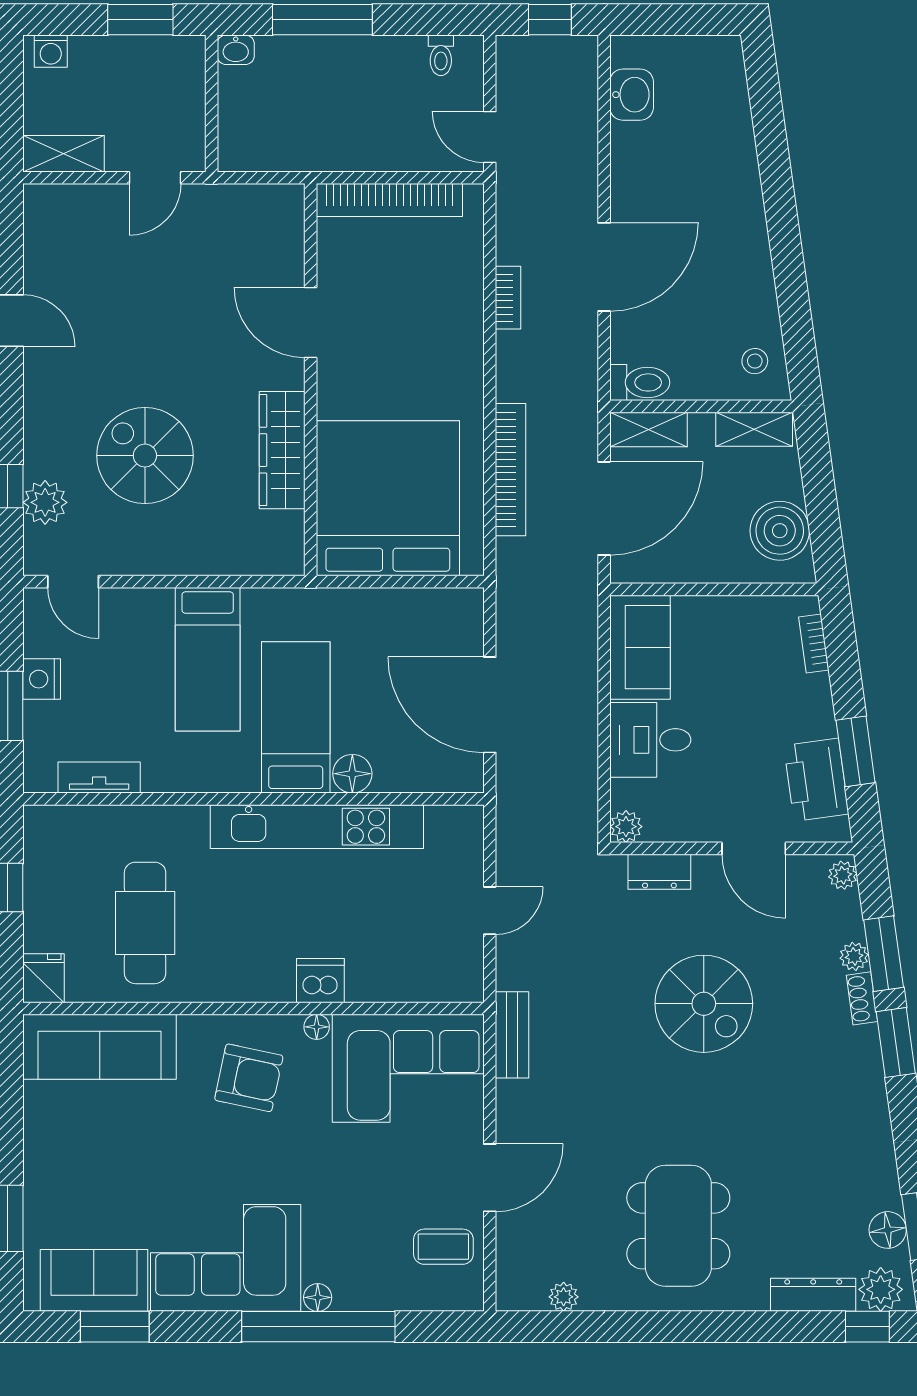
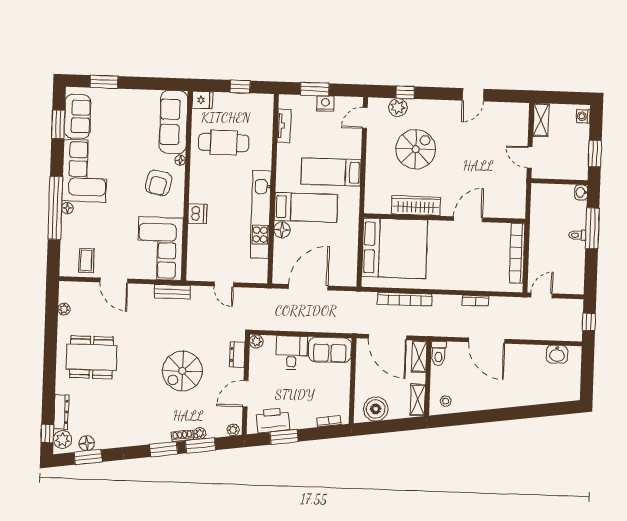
toilet: (441, 55) -> (577, 235), moved
floor lamp: (317, 1027) -> (180, 160), moved

